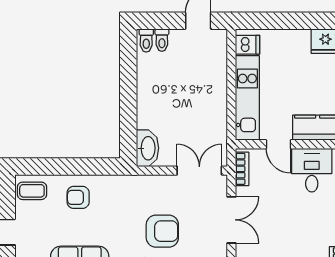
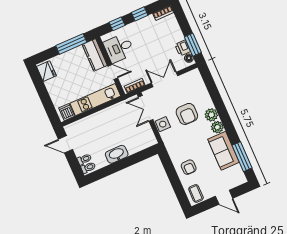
door: (278, 144) -> (113, 72), hinge flipped
washbasin: (147, 148) -> (117, 154), moved
side table: (163, 186) -> (163, 124), added
armchair: (162, 231) -> (187, 114), turned 180

